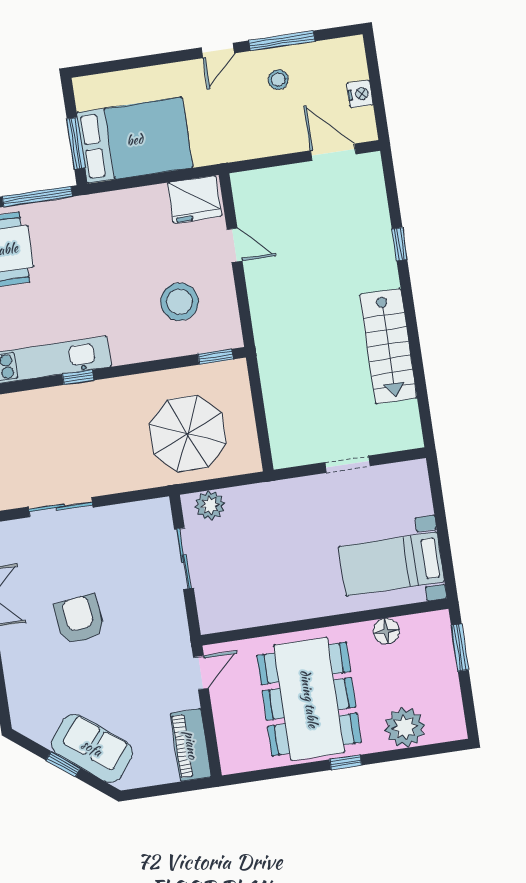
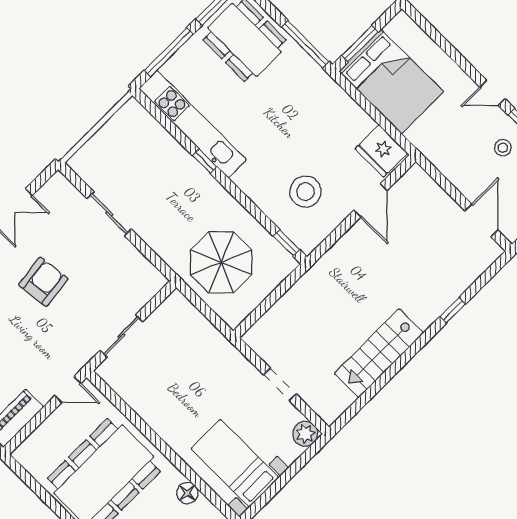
door: (235, 245) -> (370, 200), width x1.37
plant: (210, 505) -> (305, 434), moved
sliding door: (184, 559) -> (121, 336), moved

